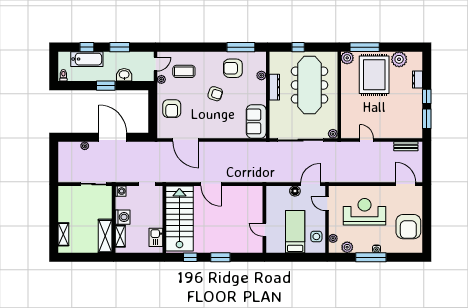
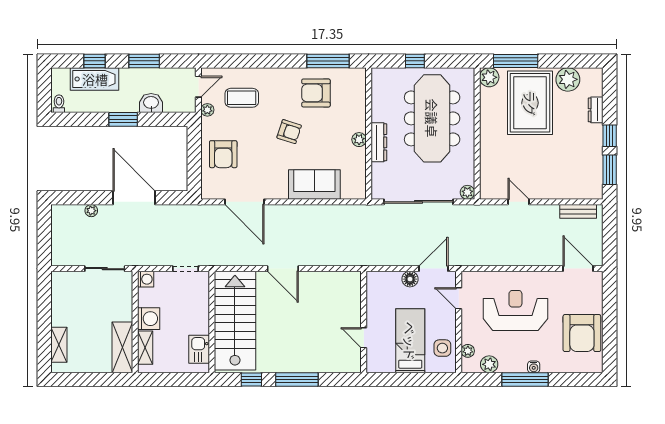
plant: (261, 75) -> (359, 140), moved
dresser: (274, 87) -> (379, 142), moved
sofa: (256, 121) -> (314, 185), moved, turned 90
window: (220, 257) -> (297, 380), width x1.44

